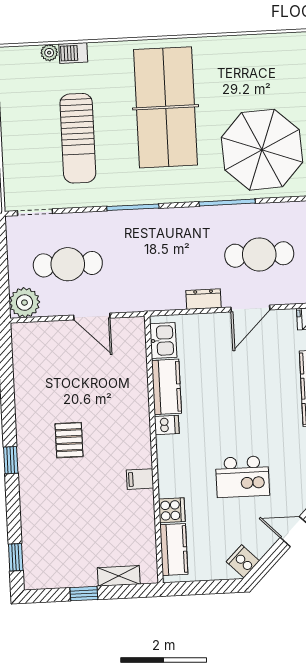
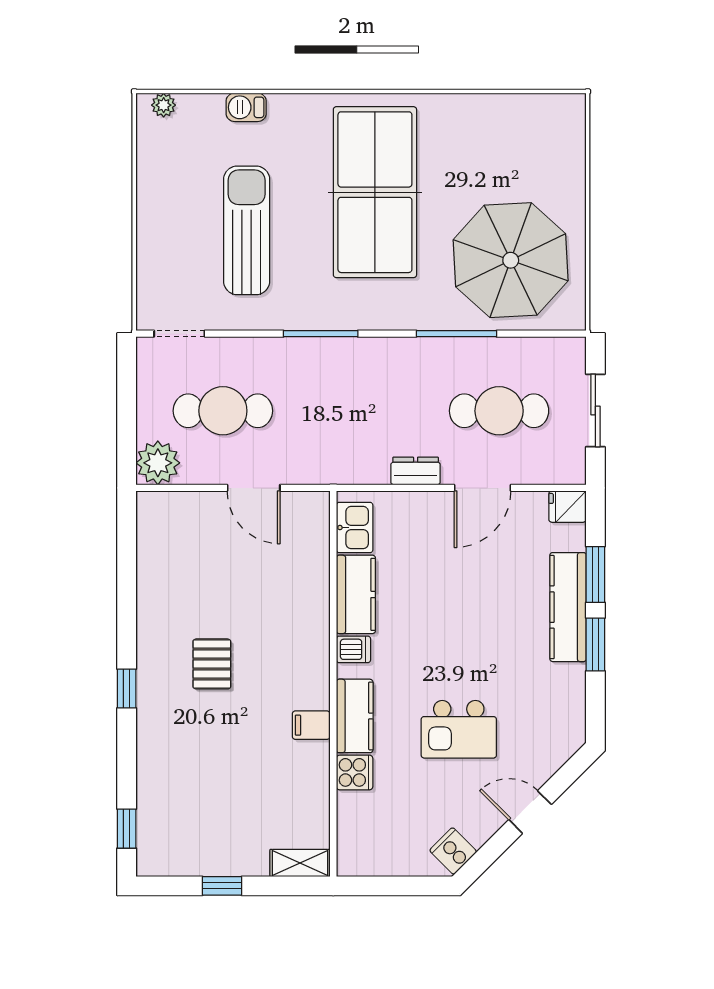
plant: (49, 53) -> (164, 105), moved
sun lounger: (78, 138) -> (247, 230), turned 180
kitchen counter: (174, 549) -> (355, 716), moved
shelving: (119, 576) -> (300, 863), moved

